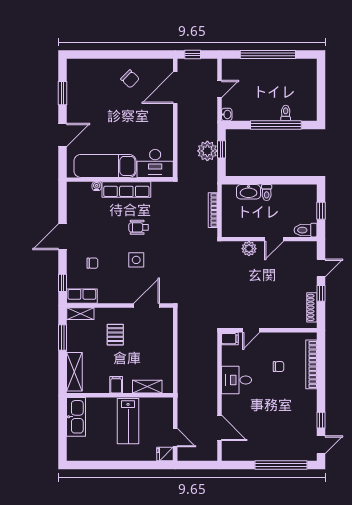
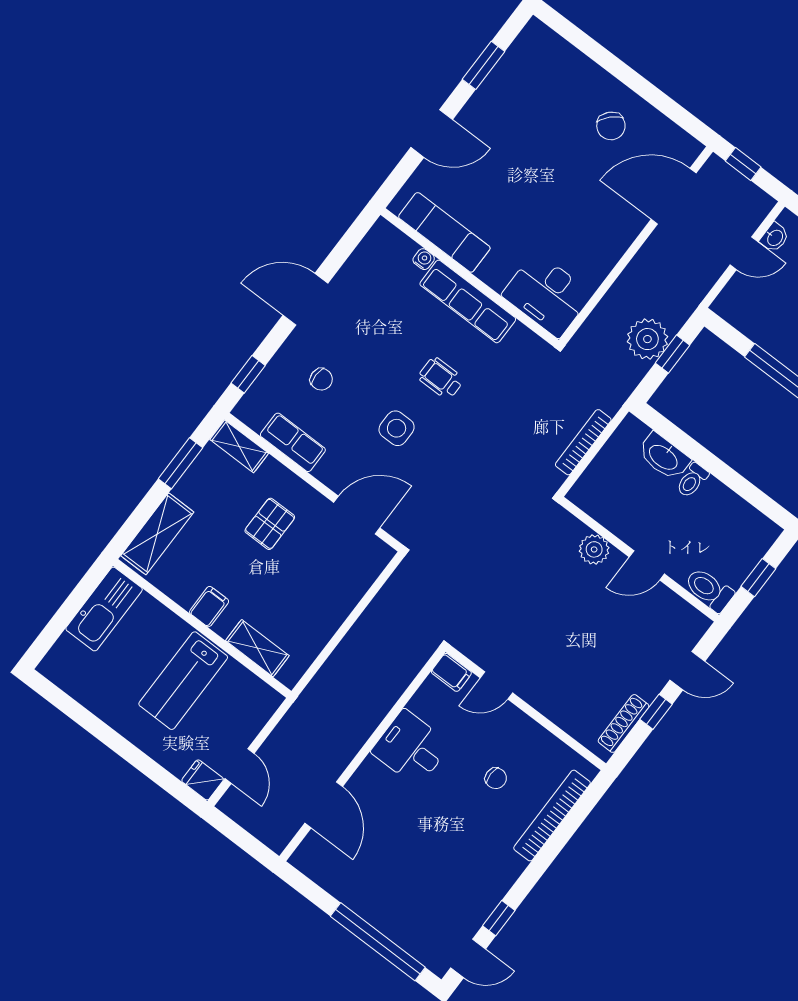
washbasin: (227, 114) -> (775, 238), moved
exam couch: (105, 166) -> (444, 232), width x0.73, depth x0.69
row of seats: (82, 296) -> (293, 442), moved

